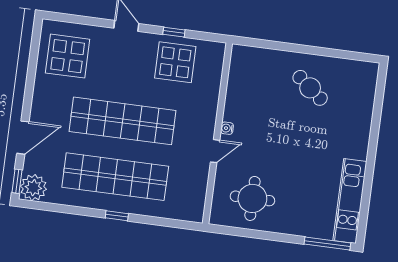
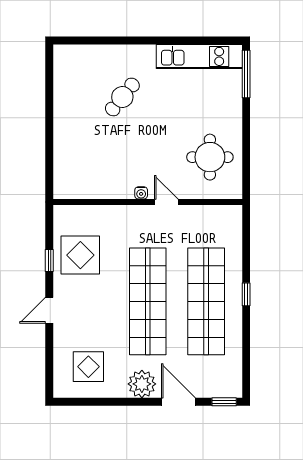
display table: (68, 56) -> (88, 367), width x0.73, depth x0.73
cafe table: (310, 88) -> (122, 97), moved
plant: (33, 188) -> (142, 384), moved

